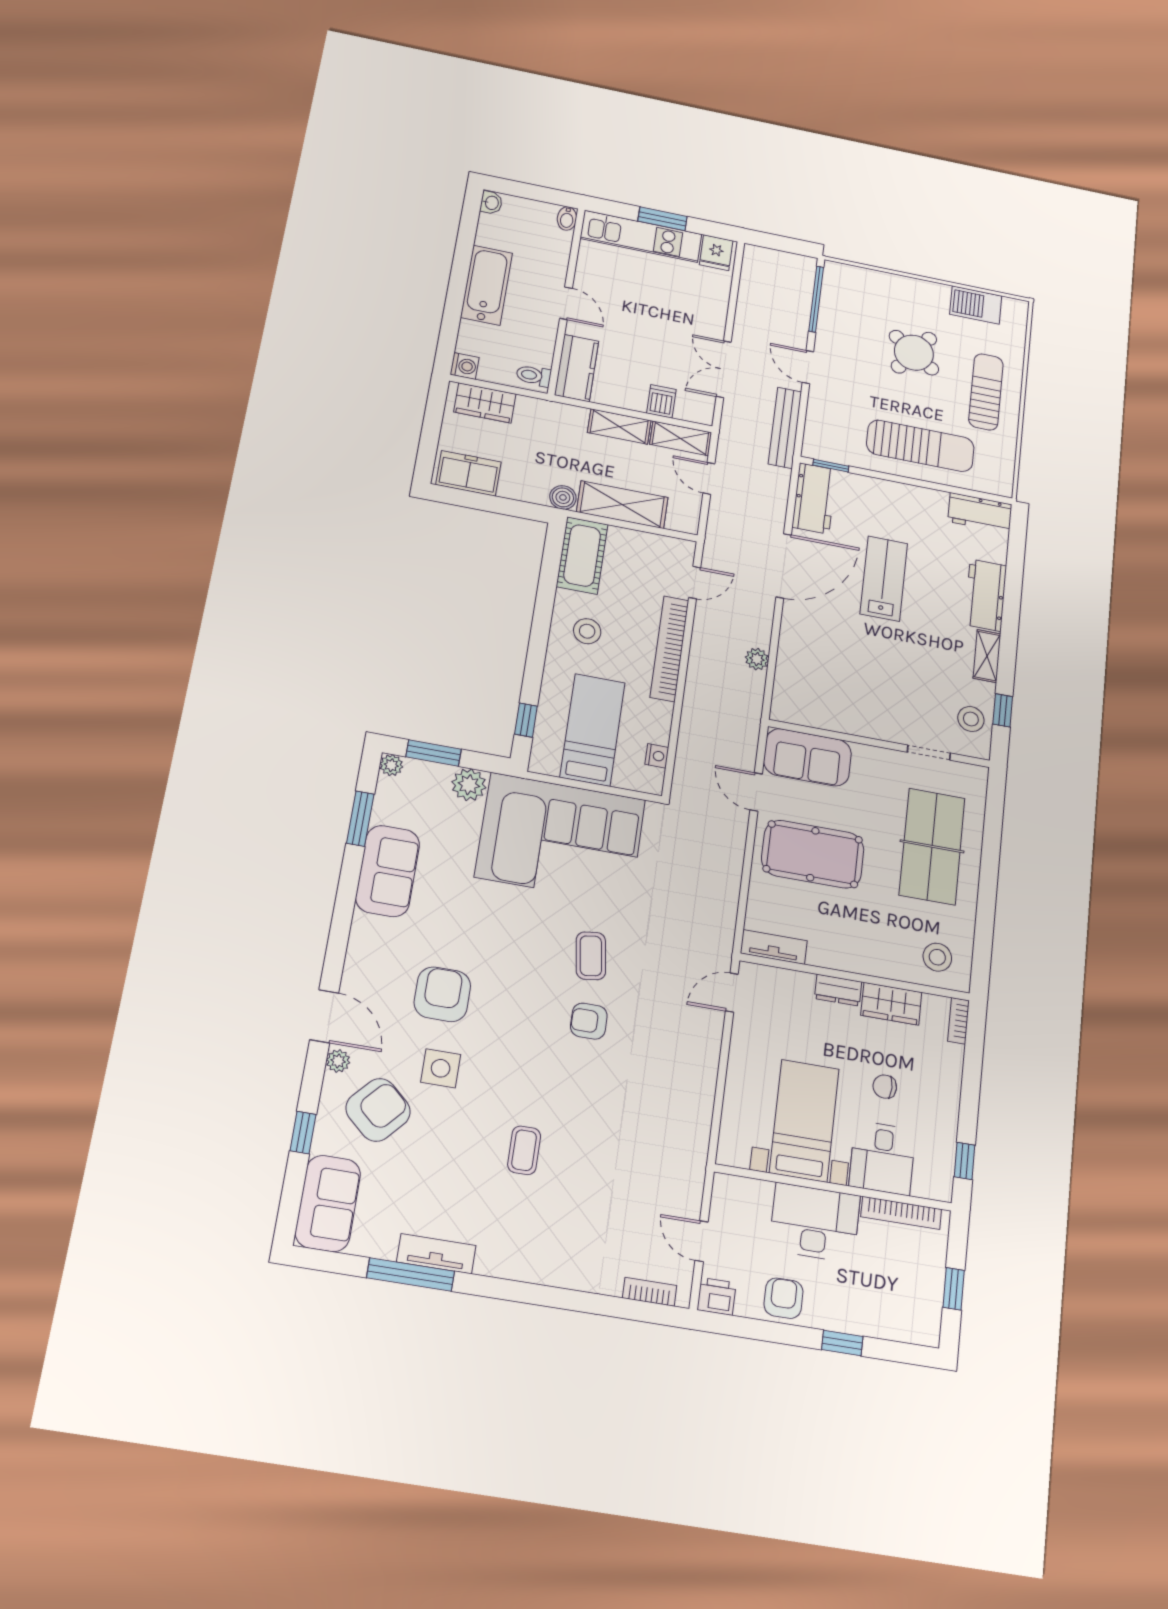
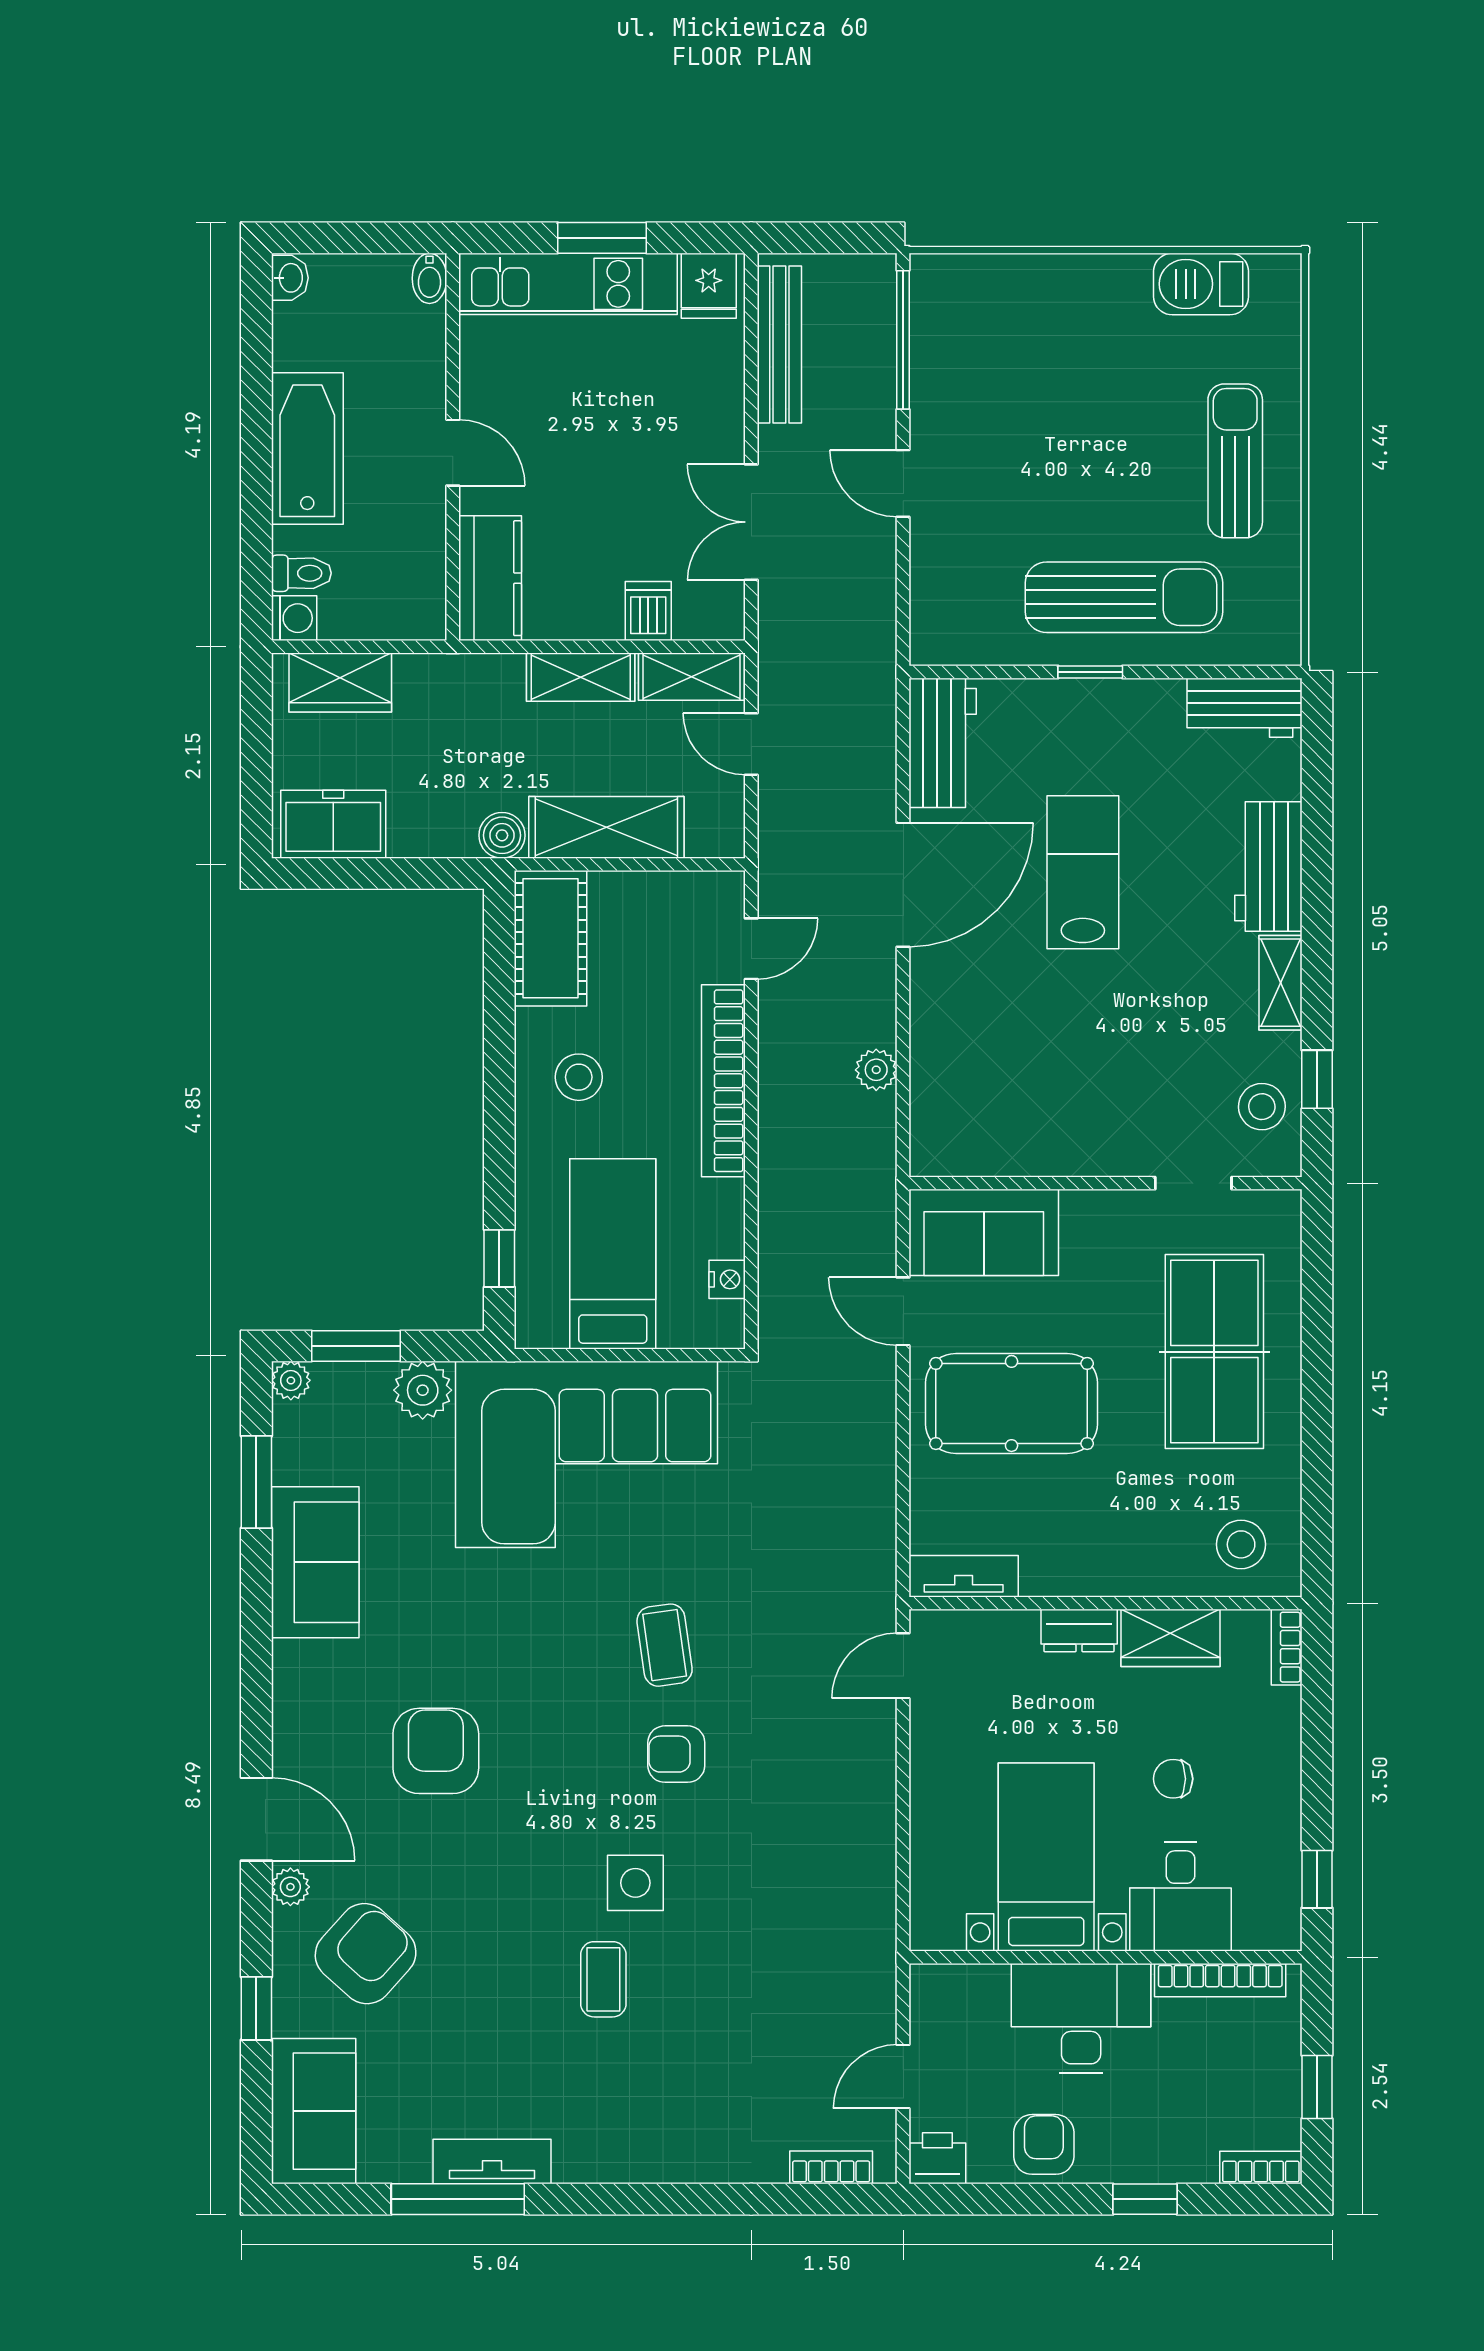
round table: (914, 353) -> (1094, 410), removed
toilet: (534, 376) -> (301, 573), moved, turned 180
bench: (785, 428) -> (779, 344), moved
window: (831, 466) -> (1090, 672), moved
side table: (441, 1068) -> (635, 1883), moved
door: (702, 1241) -> (903, 2077), hinge flipped
bookcase: (915, 1334) -> (1261, 2168), added

